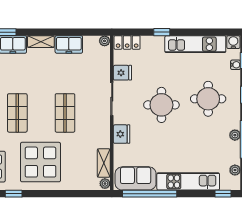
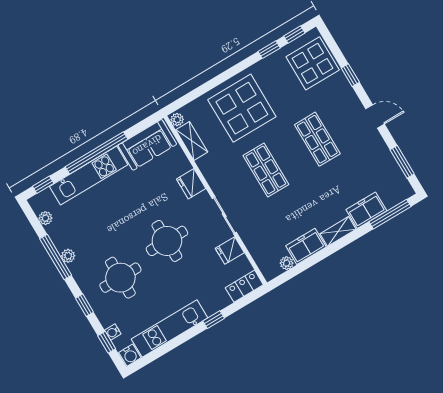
plant: (105, 41) -> (287, 263), moved
display table: (40, 162) -> (242, 108), moved
window: (150, 194) -> (97, 153), moved

